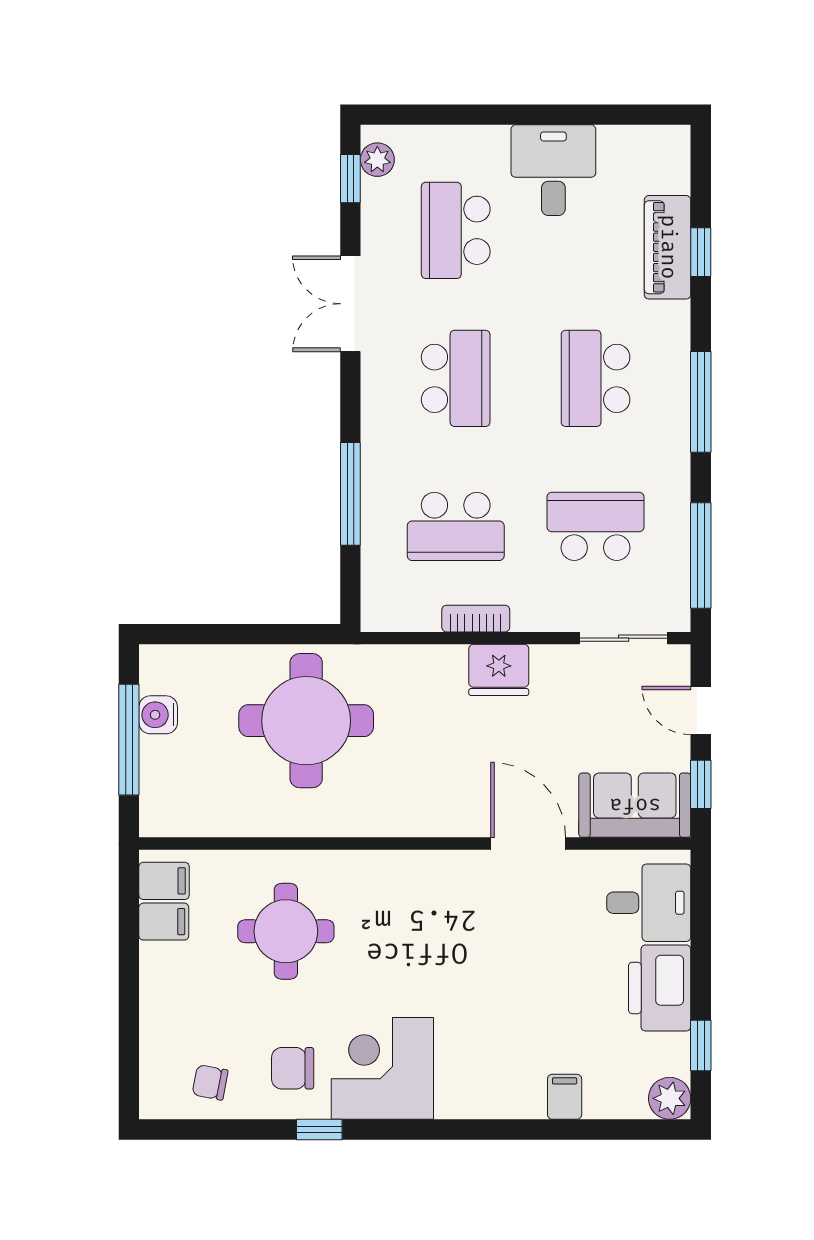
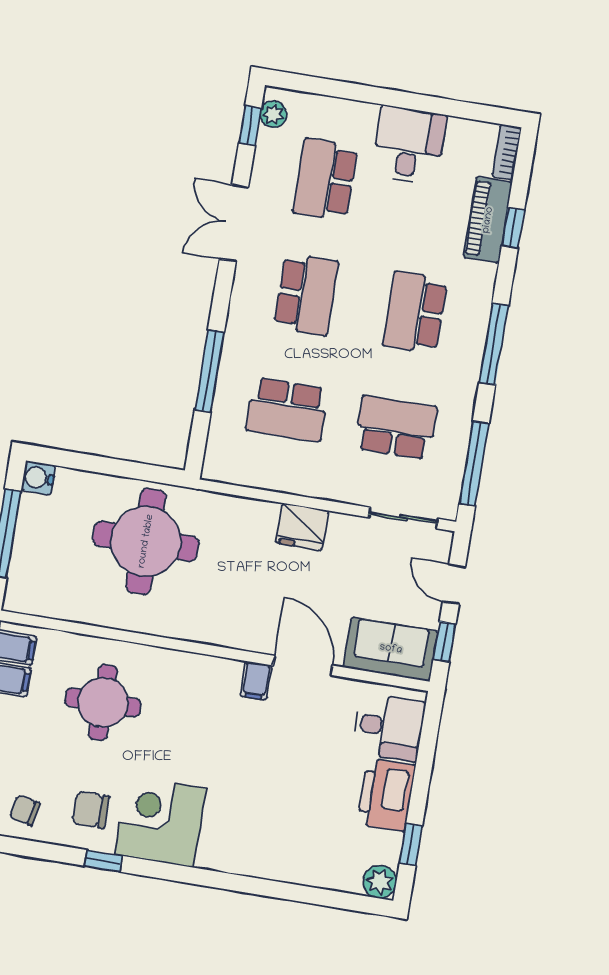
bookcase: (476, 619) -> (507, 152), moved, turned -90
water cooler: (158, 715) -> (38, 478), moved
filing cabinet: (565, 1097) -> (256, 681), moved, turned 180

